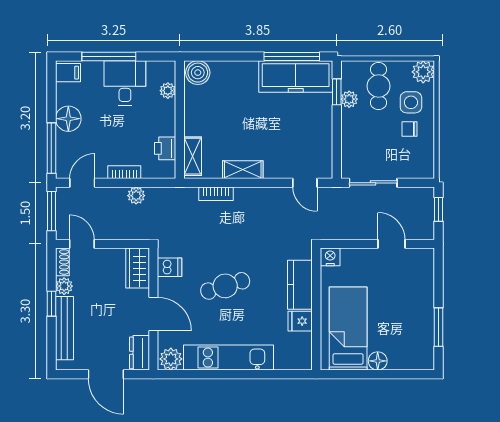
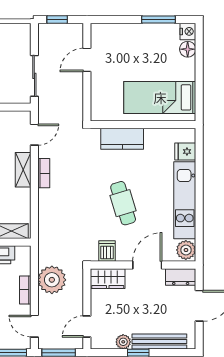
shelving: (243, 170) -> (23, 170), moved
bookcase: (216, 194) -> (44, 173), moved
plant: (136, 196) -> (52, 280), width x1.88, depth x1.88
nightstand: (330, 257) -> (188, 31), moved, turned 180
shoe rack: (62, 262) -> (102, 343), removed
fridge: (300, 321) -> (185, 152), moved, turned 90
floor lamp: (378, 361) -> (188, 49), moved

